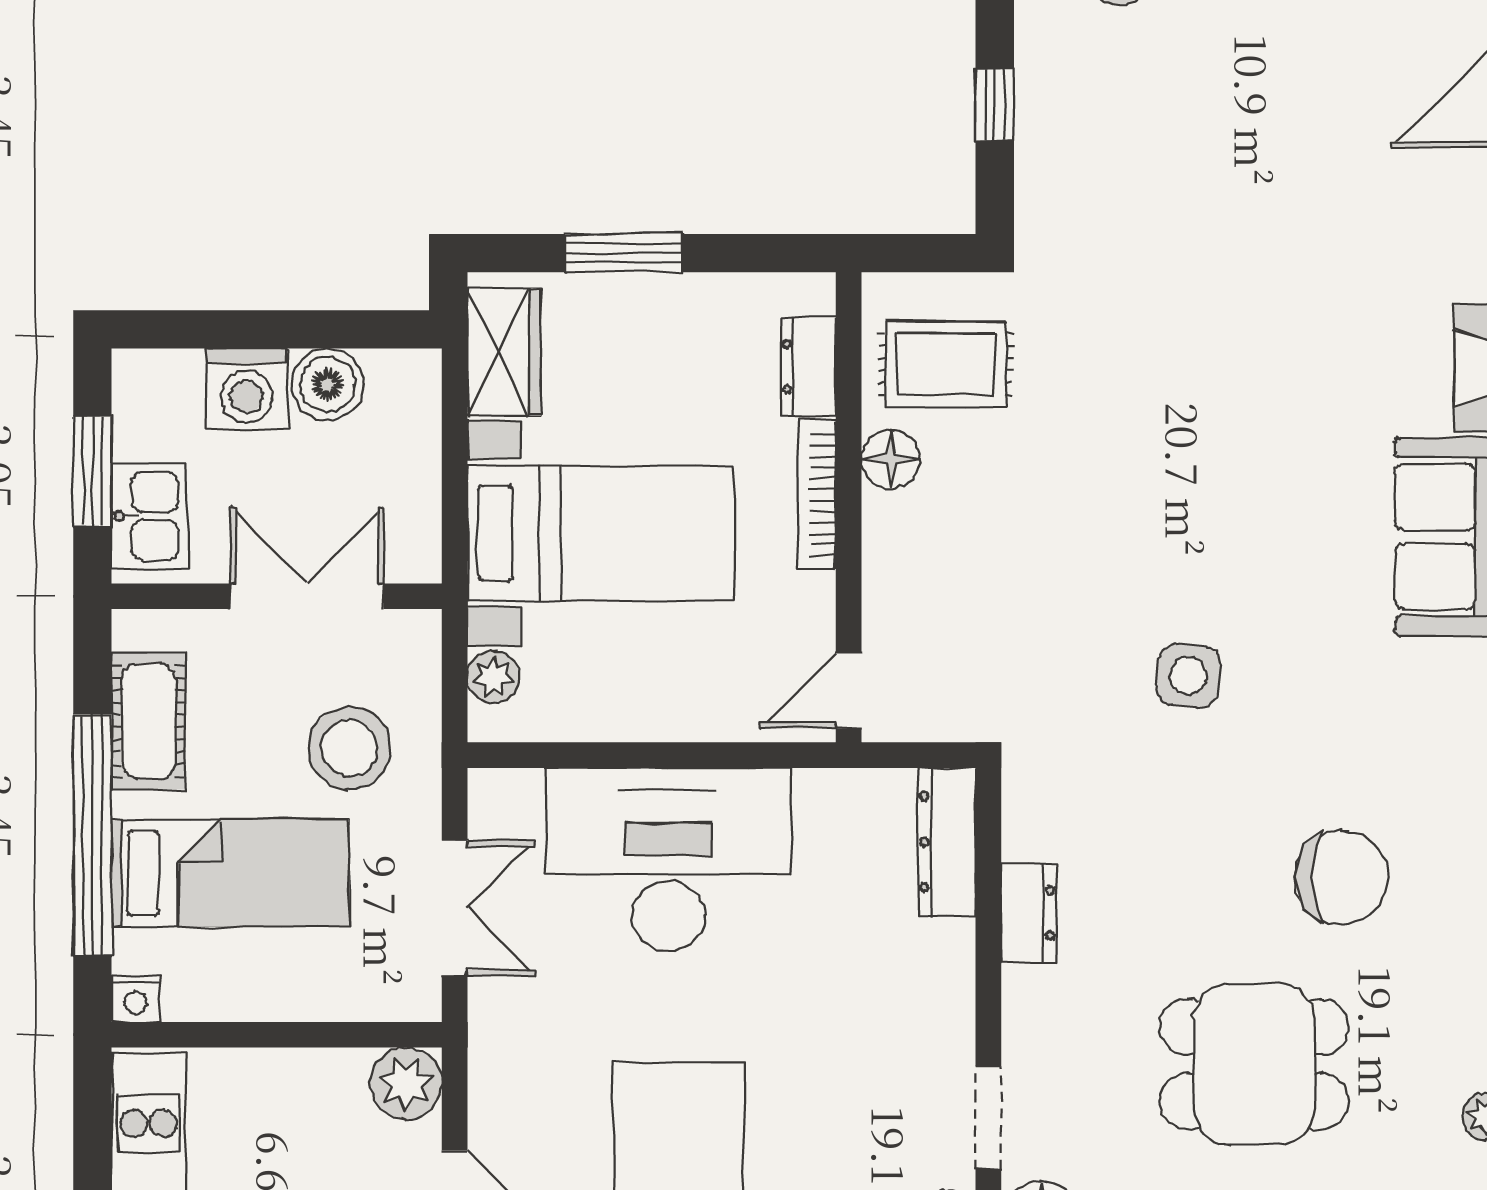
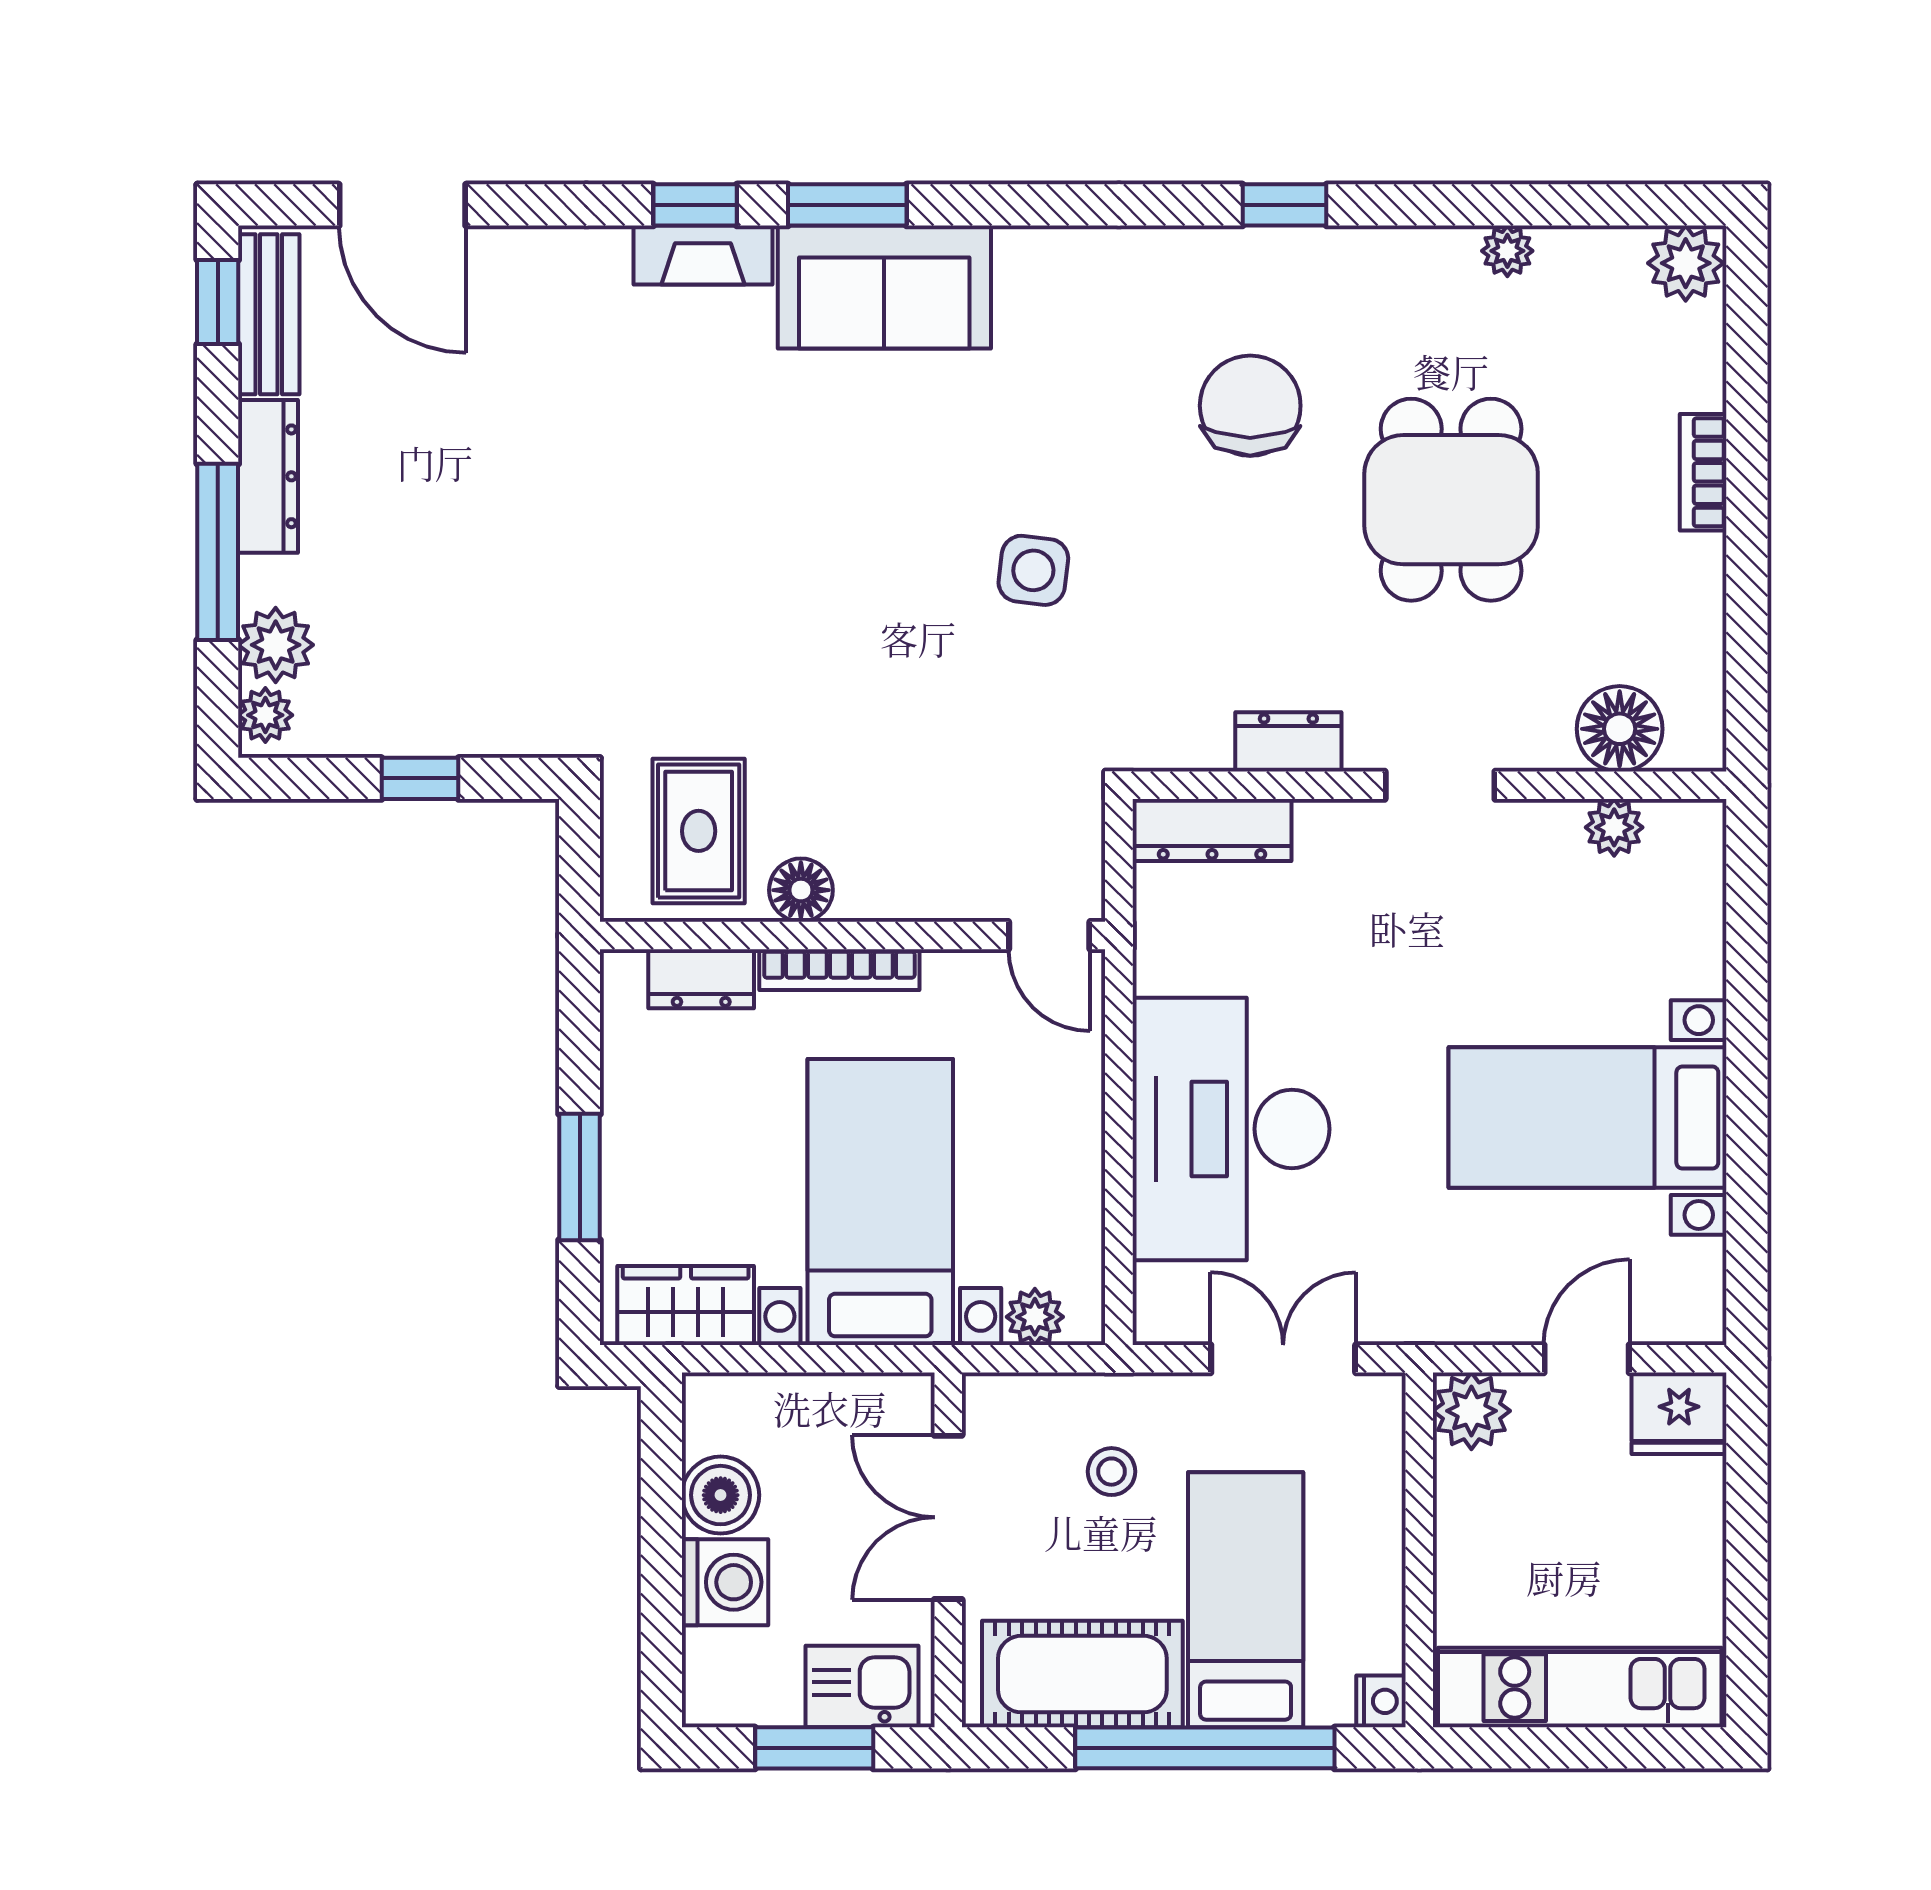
cot: (149, 721) -> (1082, 1674), width x1.37, depth x1.34
stool: (350, 748) -> (1111, 1472), width x0.53, depth x0.53
doorway: (988, 1118) -> (1440, 785), moved

